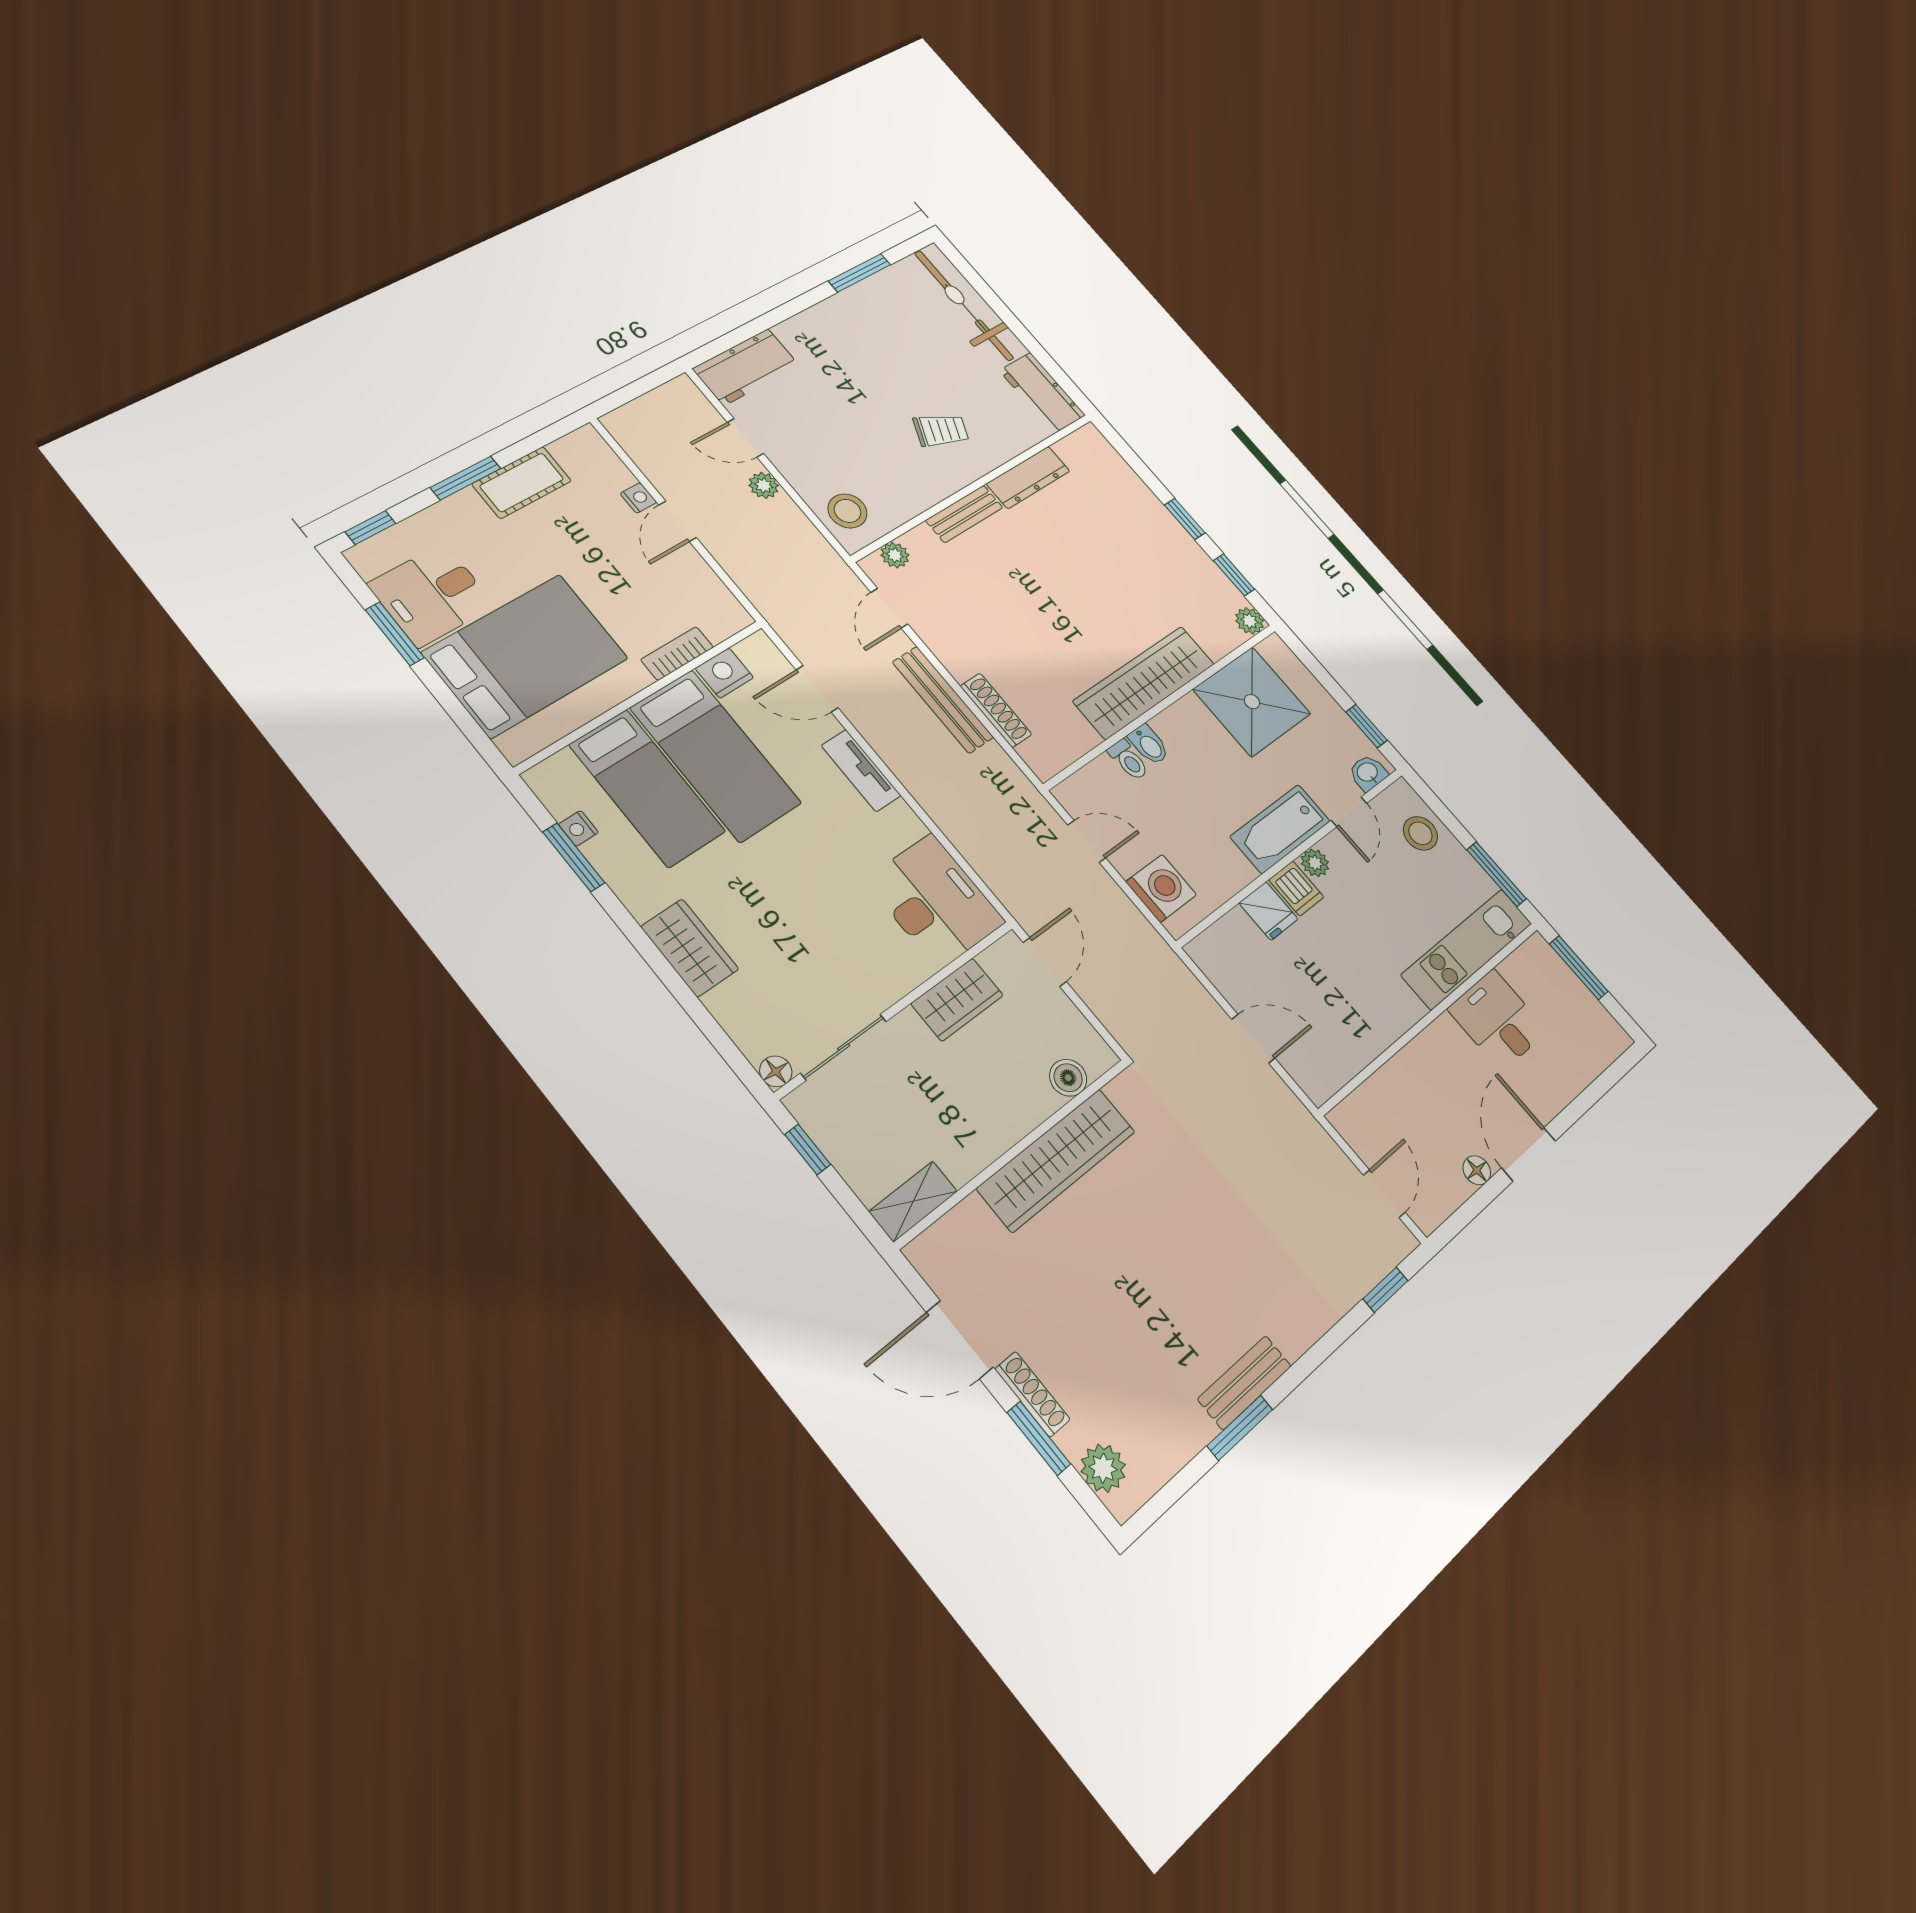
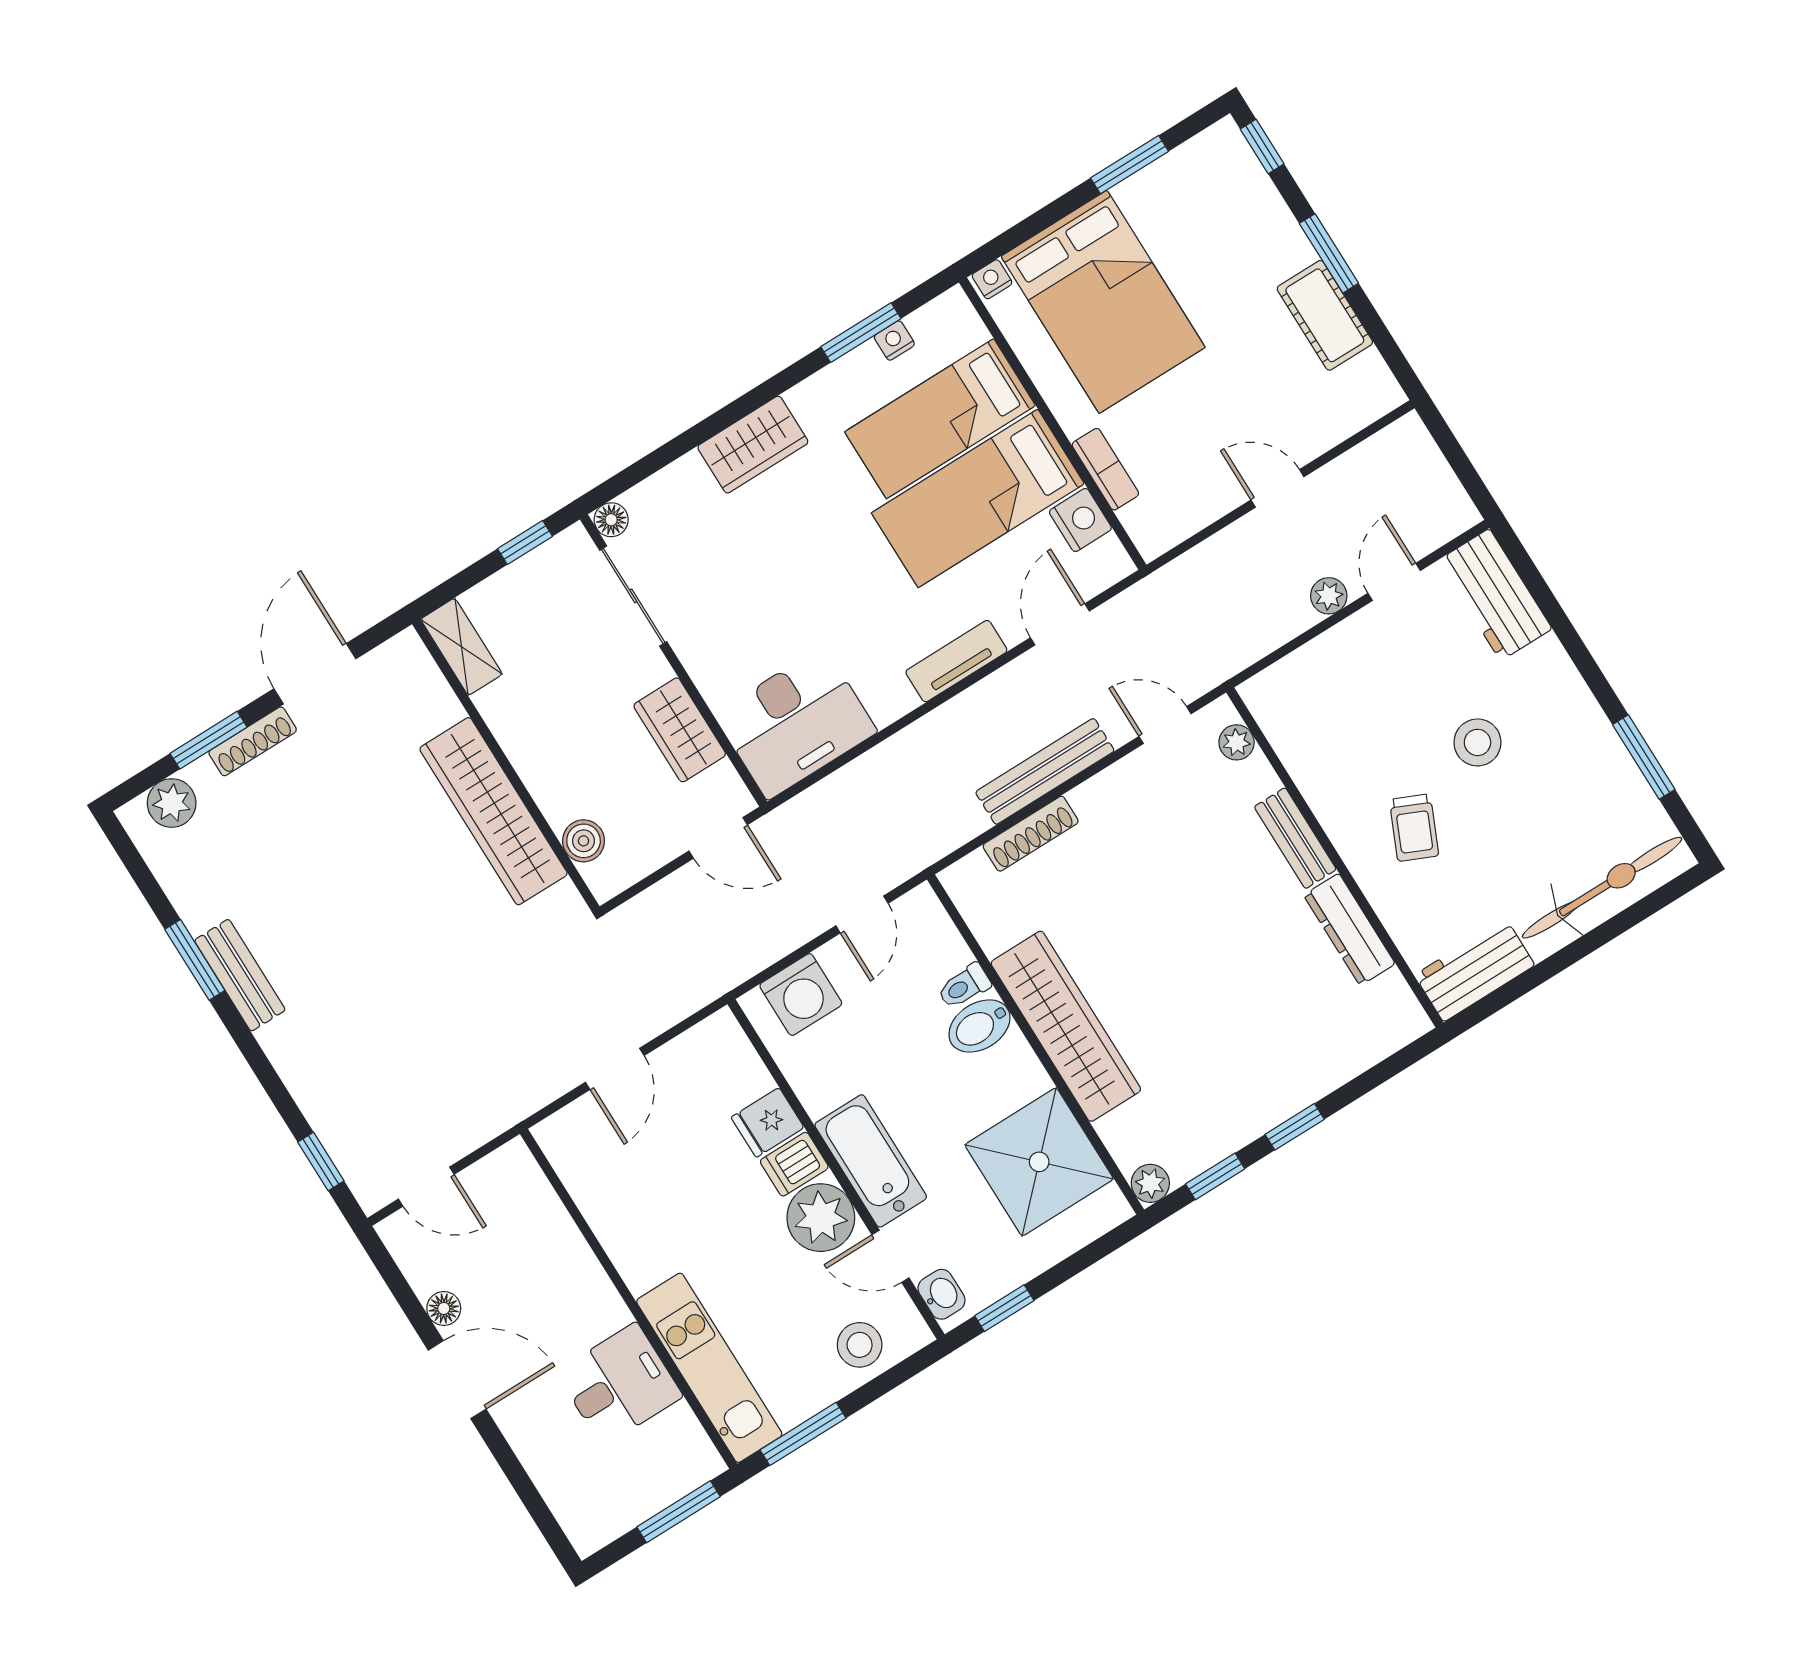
nightstand: (638, 498) -> (992, 279), moved, turned 180
stool: (847, 511) -> (1477, 742), moved
desk: (431, 595) -> (1178, 206), removed
bidet: (1149, 745) -> (979, 1026), width x1.38, depth x1.36
plant: (1315, 863) -> (821, 1218), width x1.88, depth x1.88

